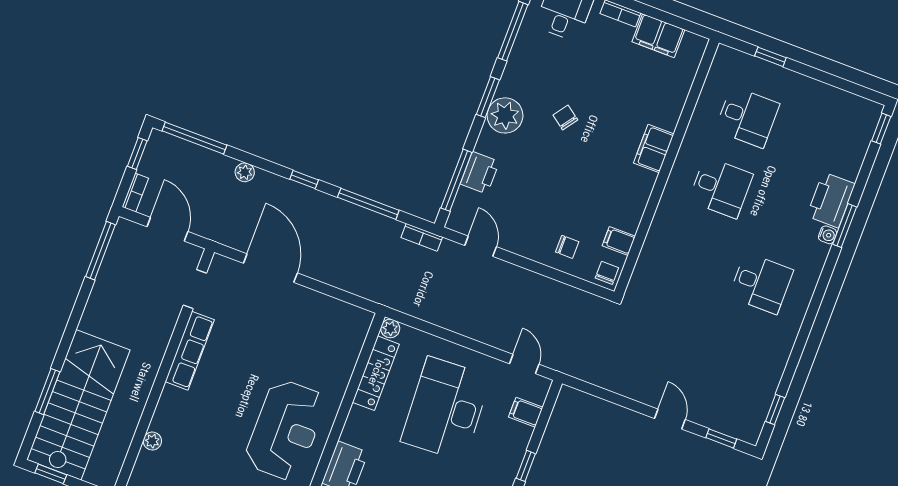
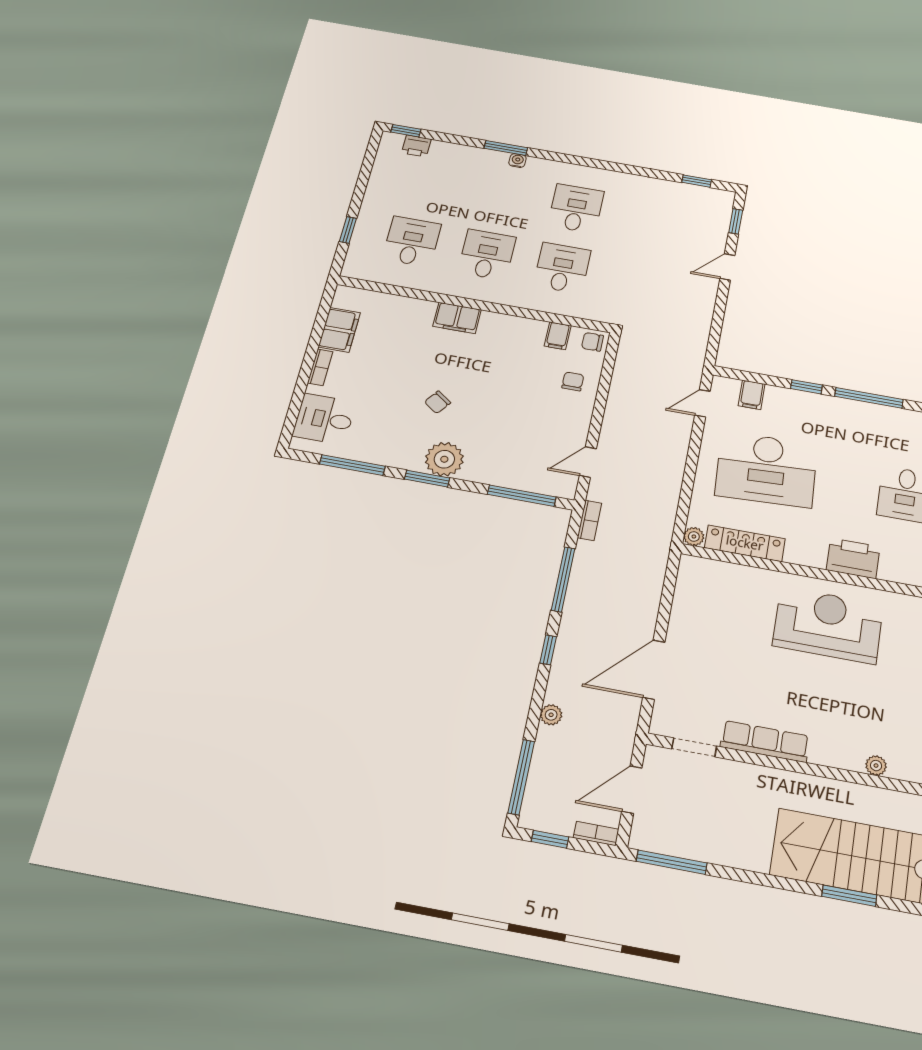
printer: (480, 173) -> (510, 474), removed
printer: (831, 200) -> (416, 146), moved, width x0.53, depth x0.68
desk: (694, 258) -> (562, 268), added

